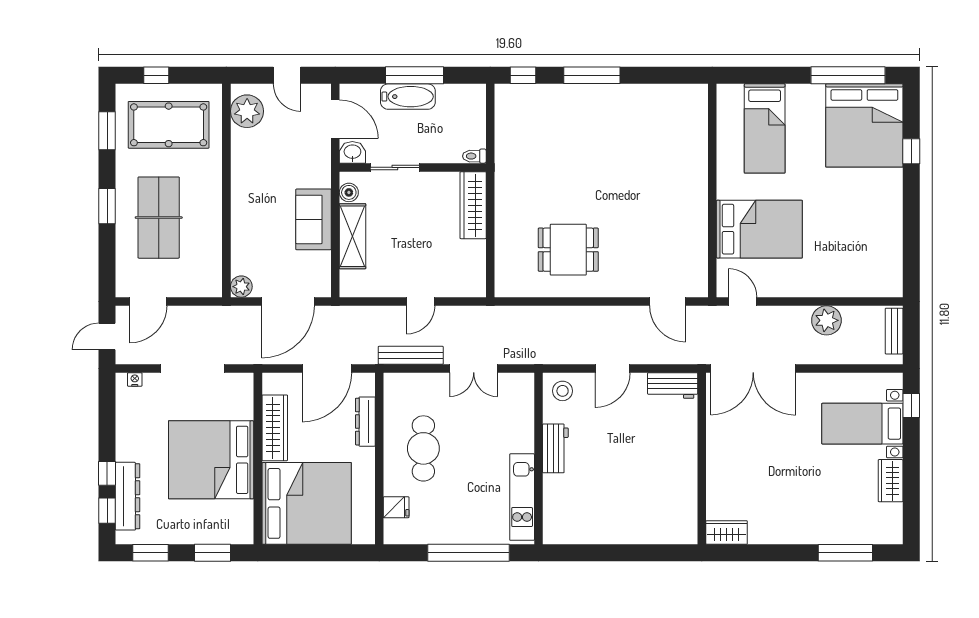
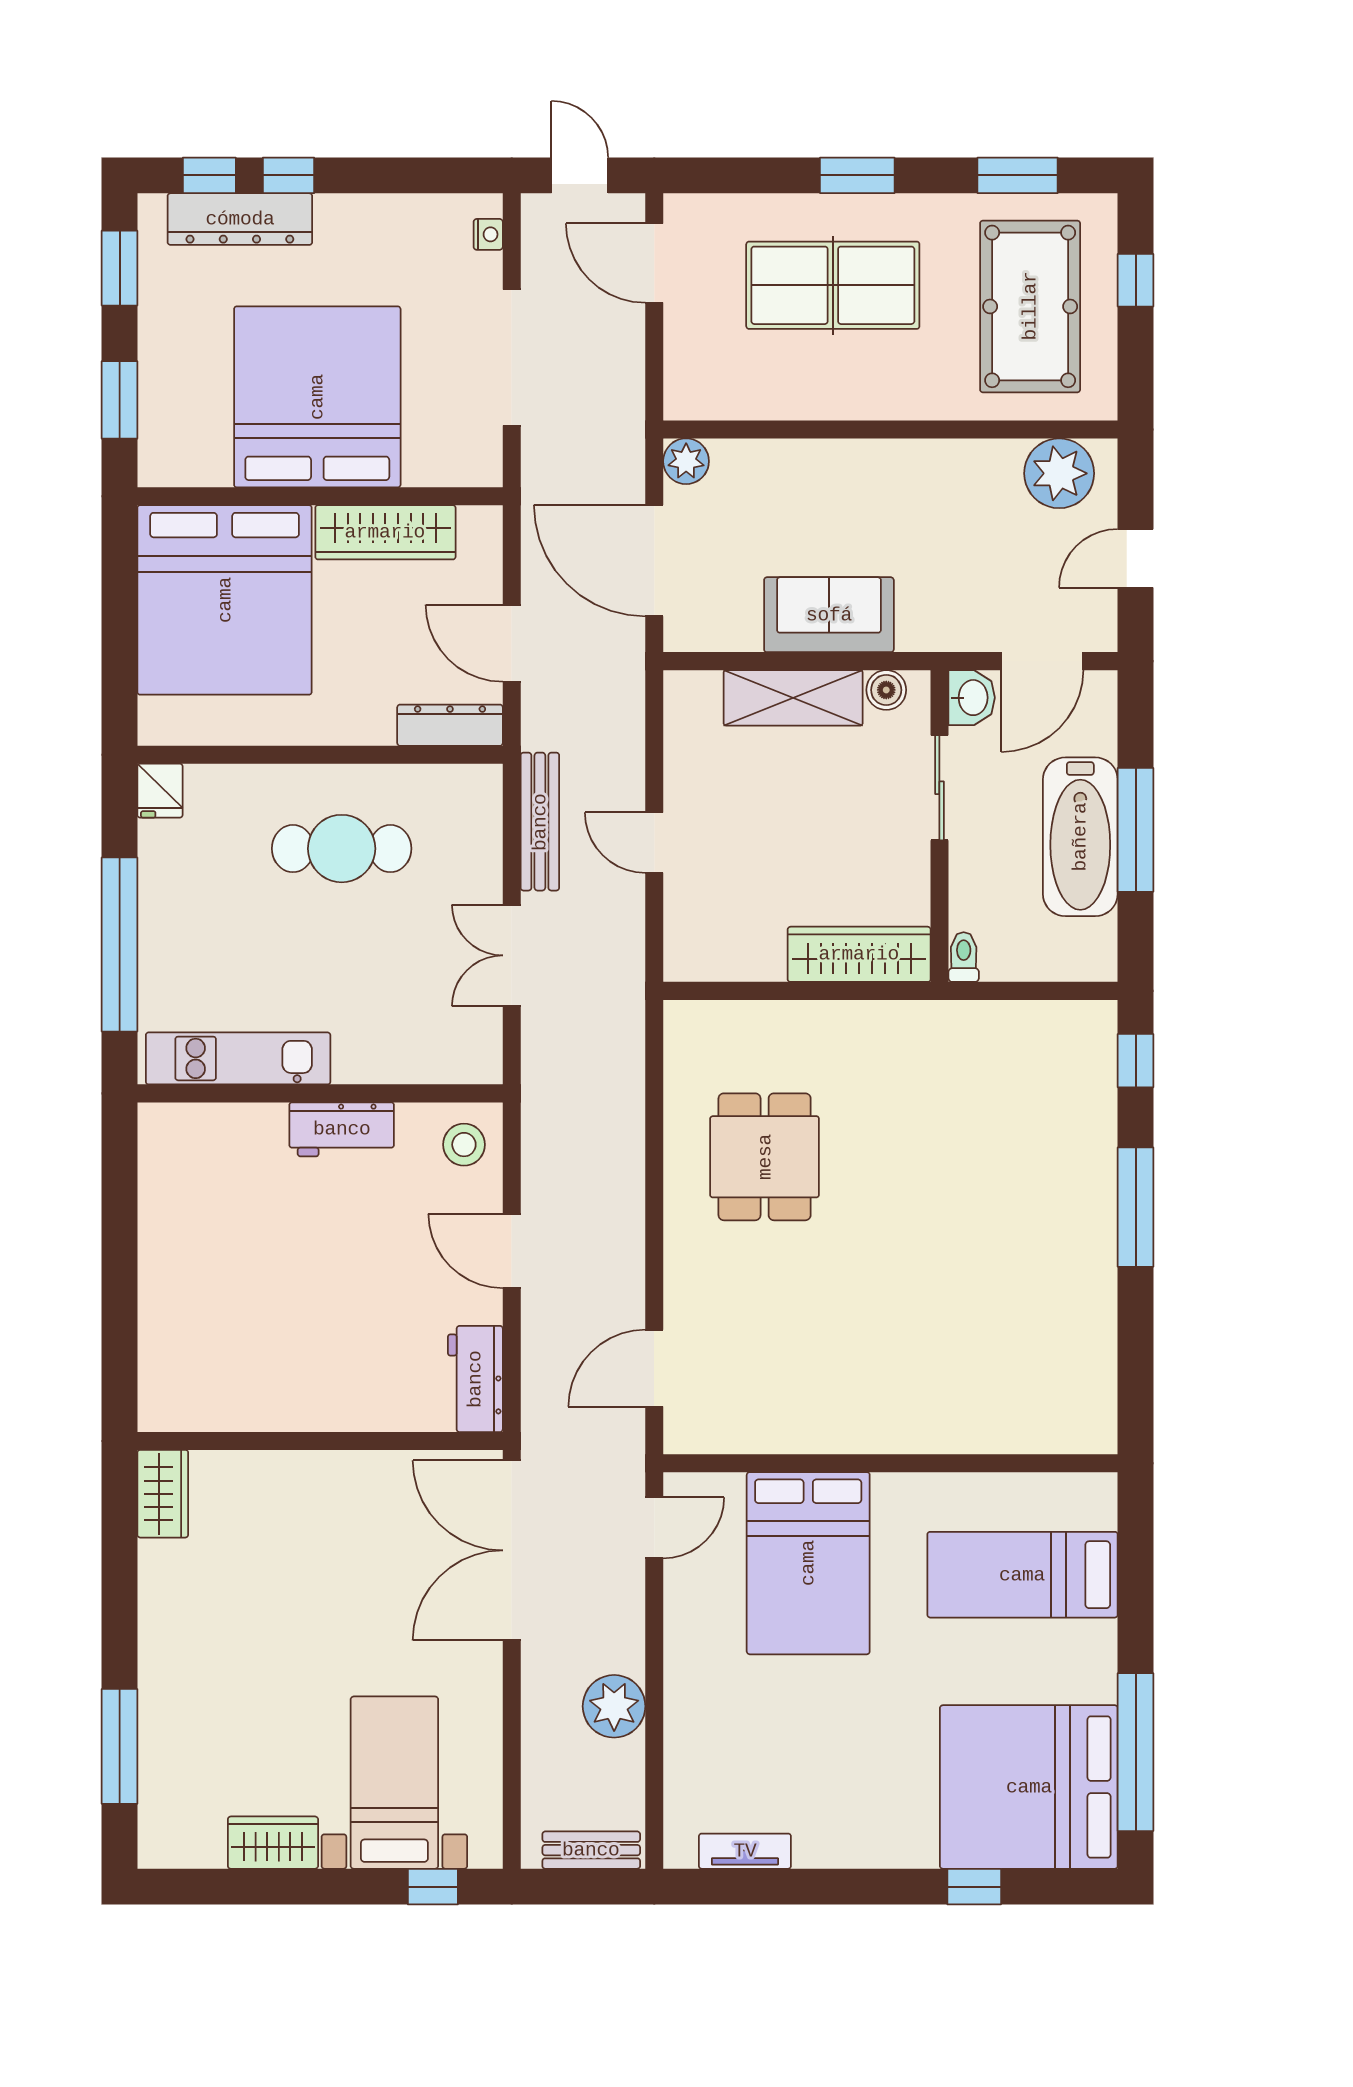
bathtub: (408, 97) -> (1080, 837), width x1.36, depth x1.36
tv unit: (895, 259) -> (745, 1851), added
door: (327, 368) -> (512, 643), width x0.73
dresser: (365, 422) -> (450, 725), moved
fridge: (396, 507) -> (160, 791), moved

